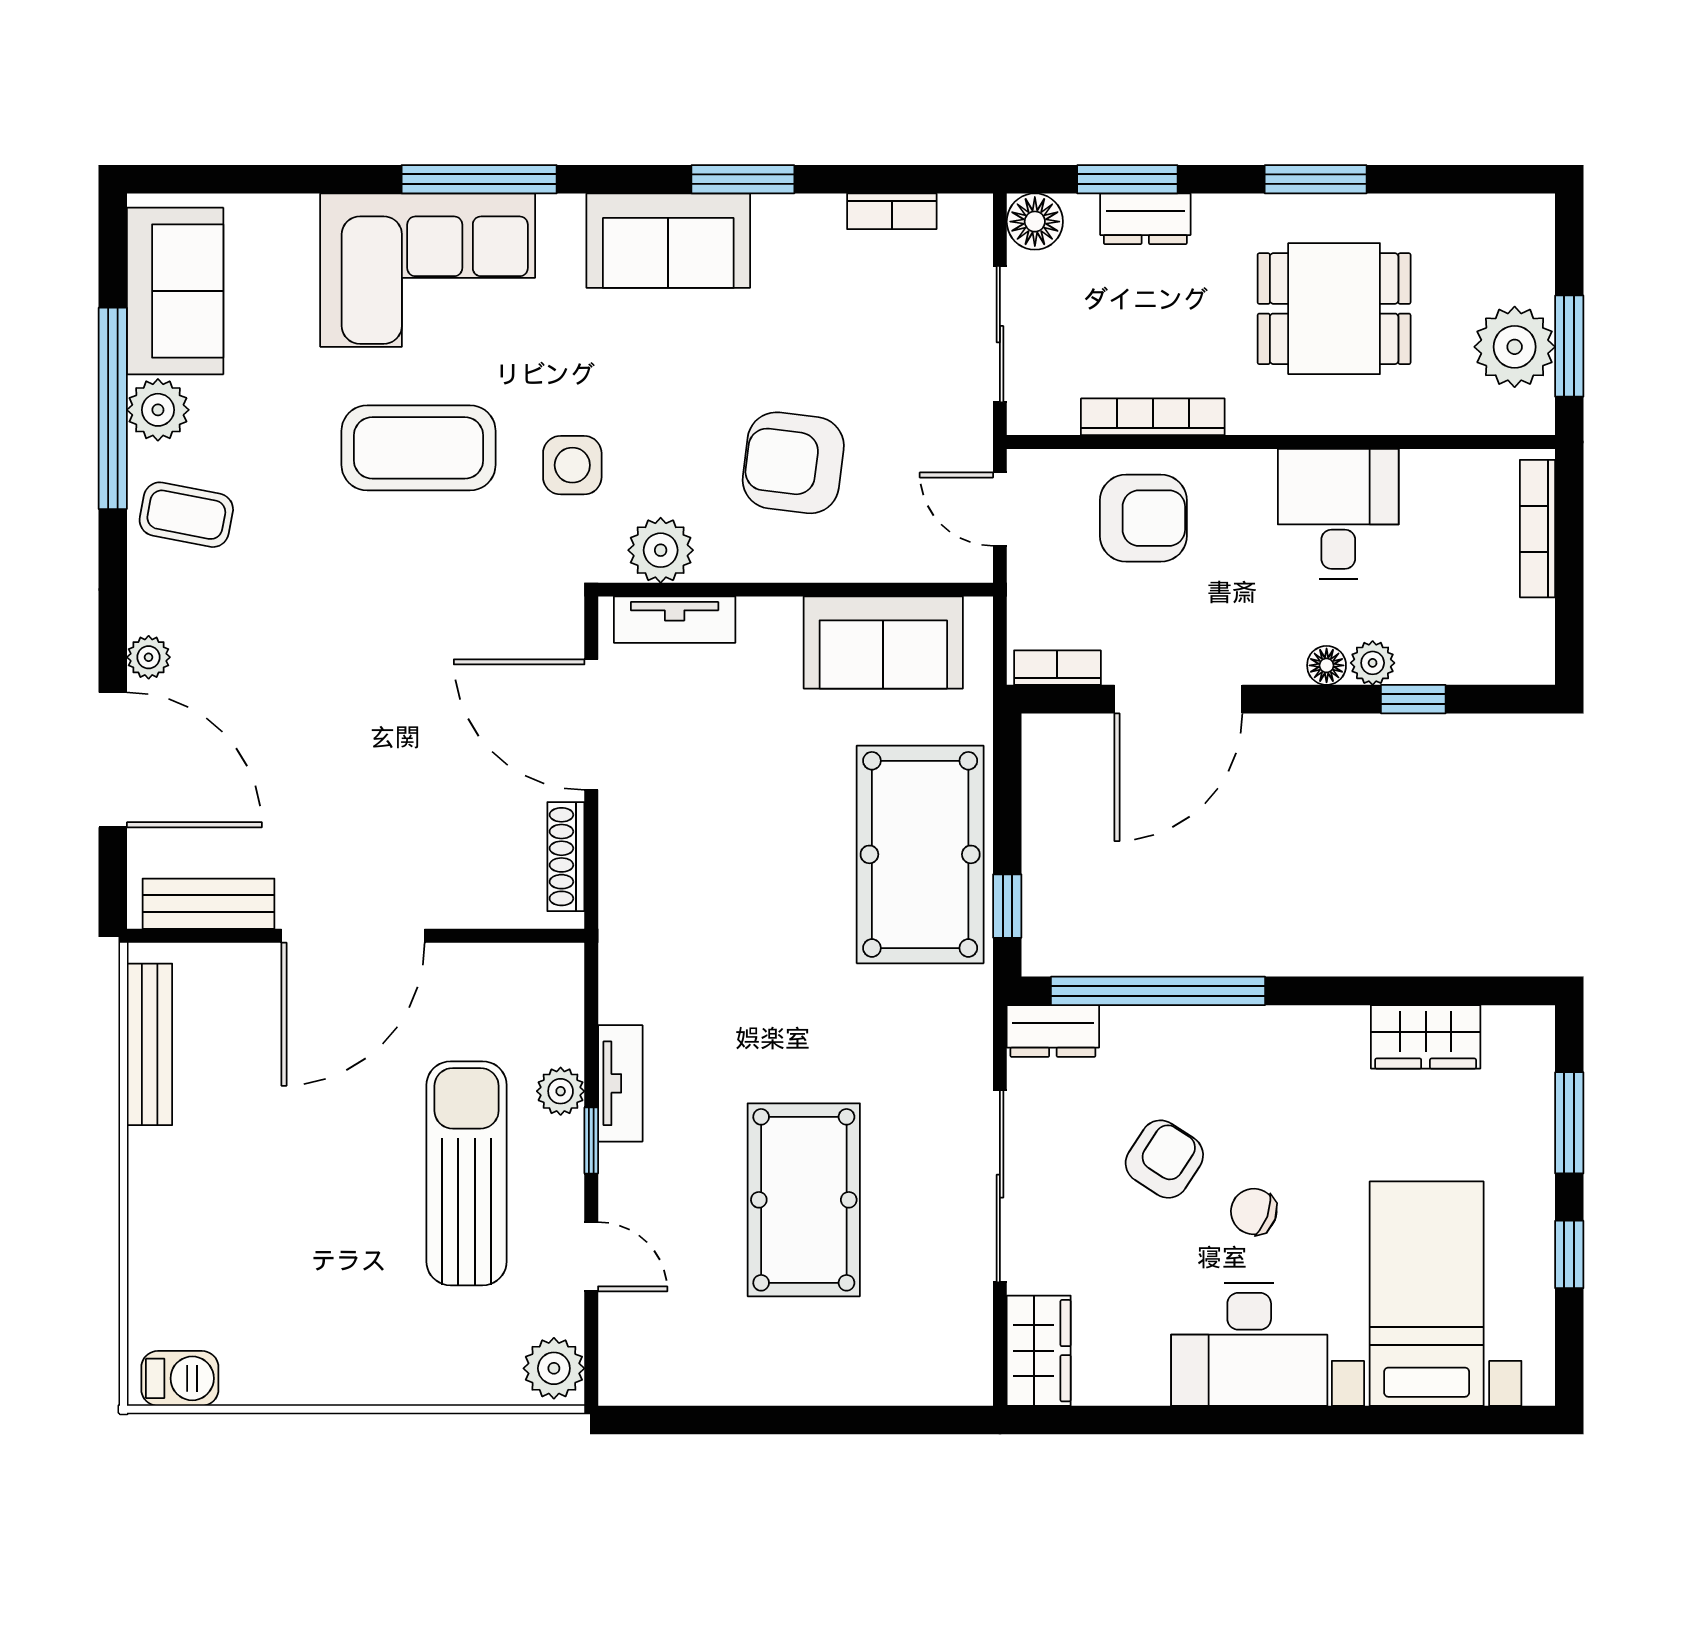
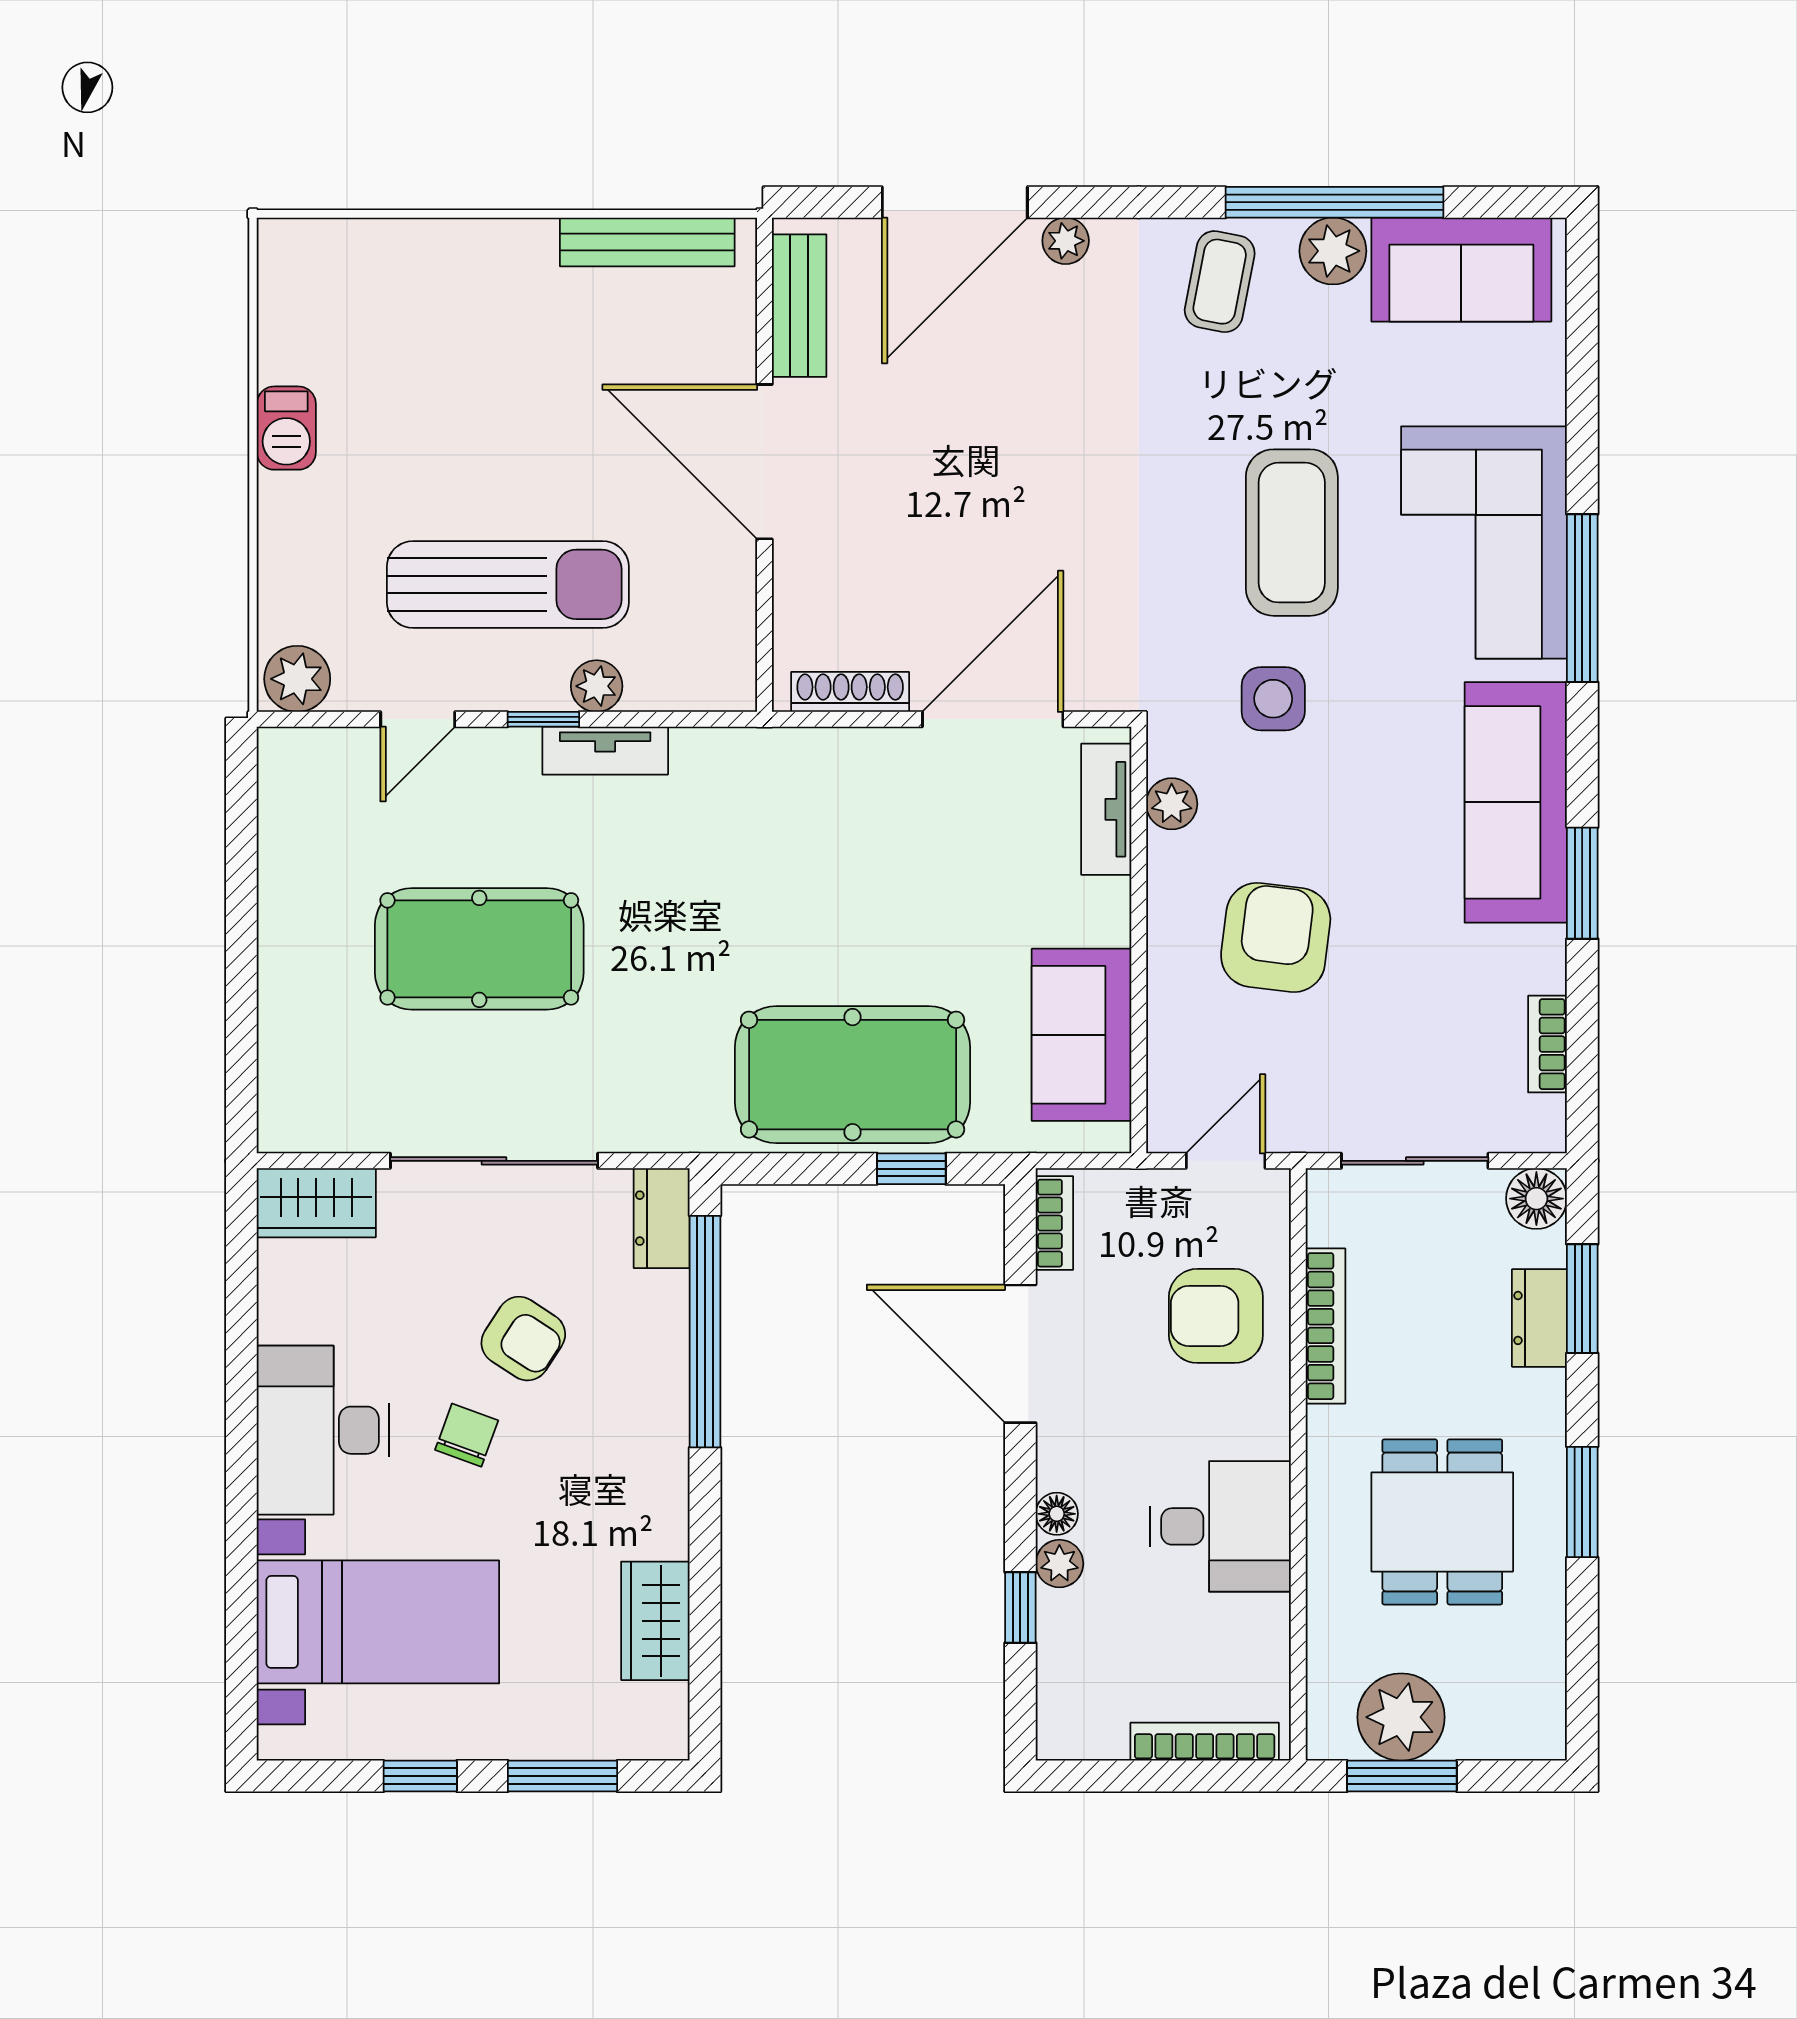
sofa: (668, 241) -> (1516, 802), width x1.36
armchair: (1143, 518) -> (1216, 1316), turned 90
plant: (661, 550) -> (1172, 804), width x0.73, depth x0.73
window: (1007, 906) -> (911, 1169), moved
barbecue: (180, 1378) -> (286, 428), moved

